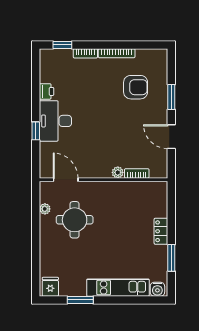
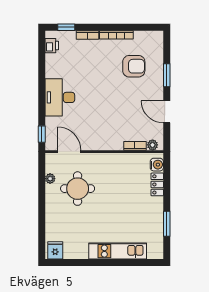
printer: (47, 91) -> (52, 46), moved
window: (36, 131) -> (42, 134), moved
plant: (118, 172) -> (153, 145), moved
locker: (161, 231) -> (157, 184), moved
water cooler: (157, 289) -> (157, 165), moved, turned -90
window: (80, 300) -> (83, 263), removed

